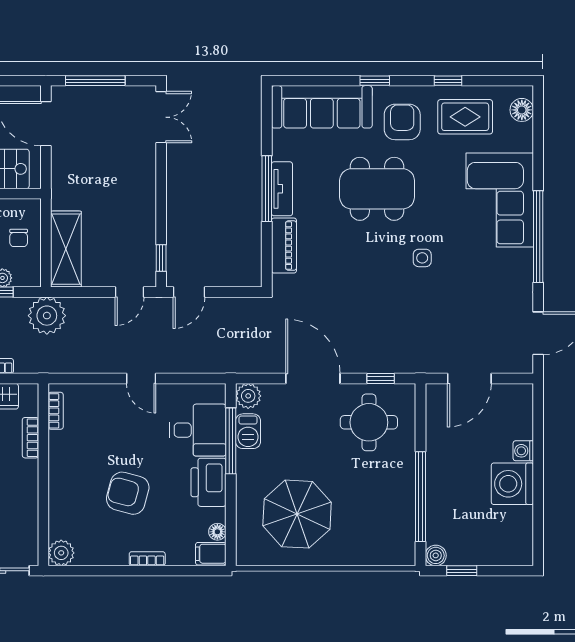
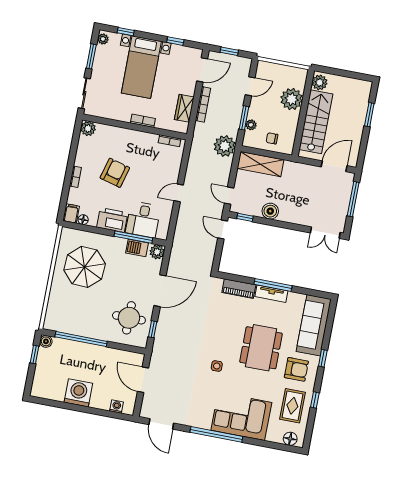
boiler: (142, 217) -> (270, 211), added
bookcase: (31, 438) -> (143, 121), moved
washing machine: (523, 451) -> (117, 407), moved

